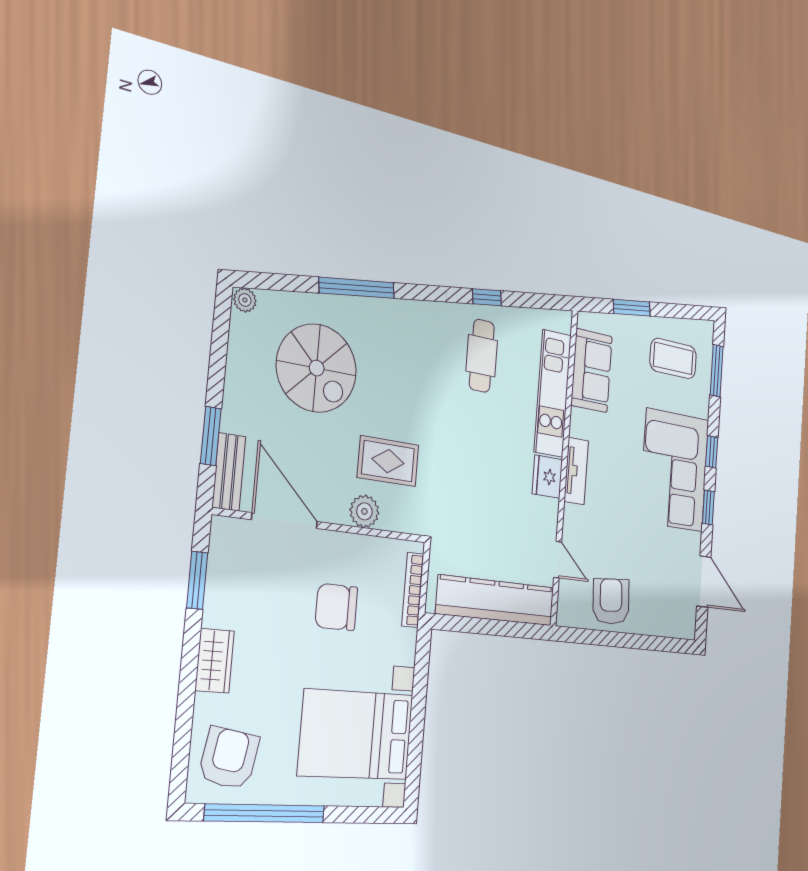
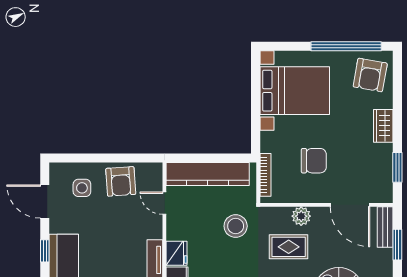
stool: (463, 509) -> (236, 226), added
side table: (659, 597) -> (82, 188), added

